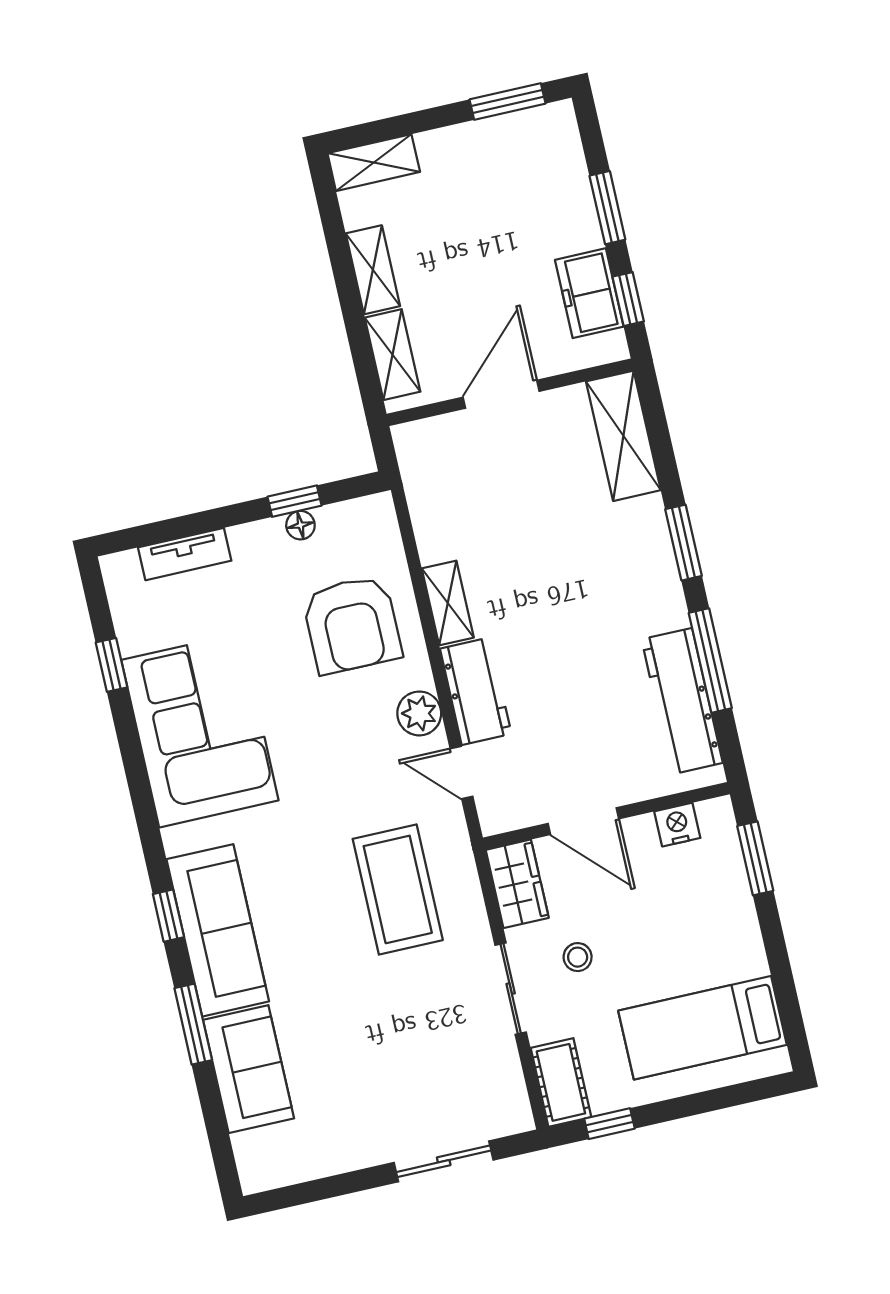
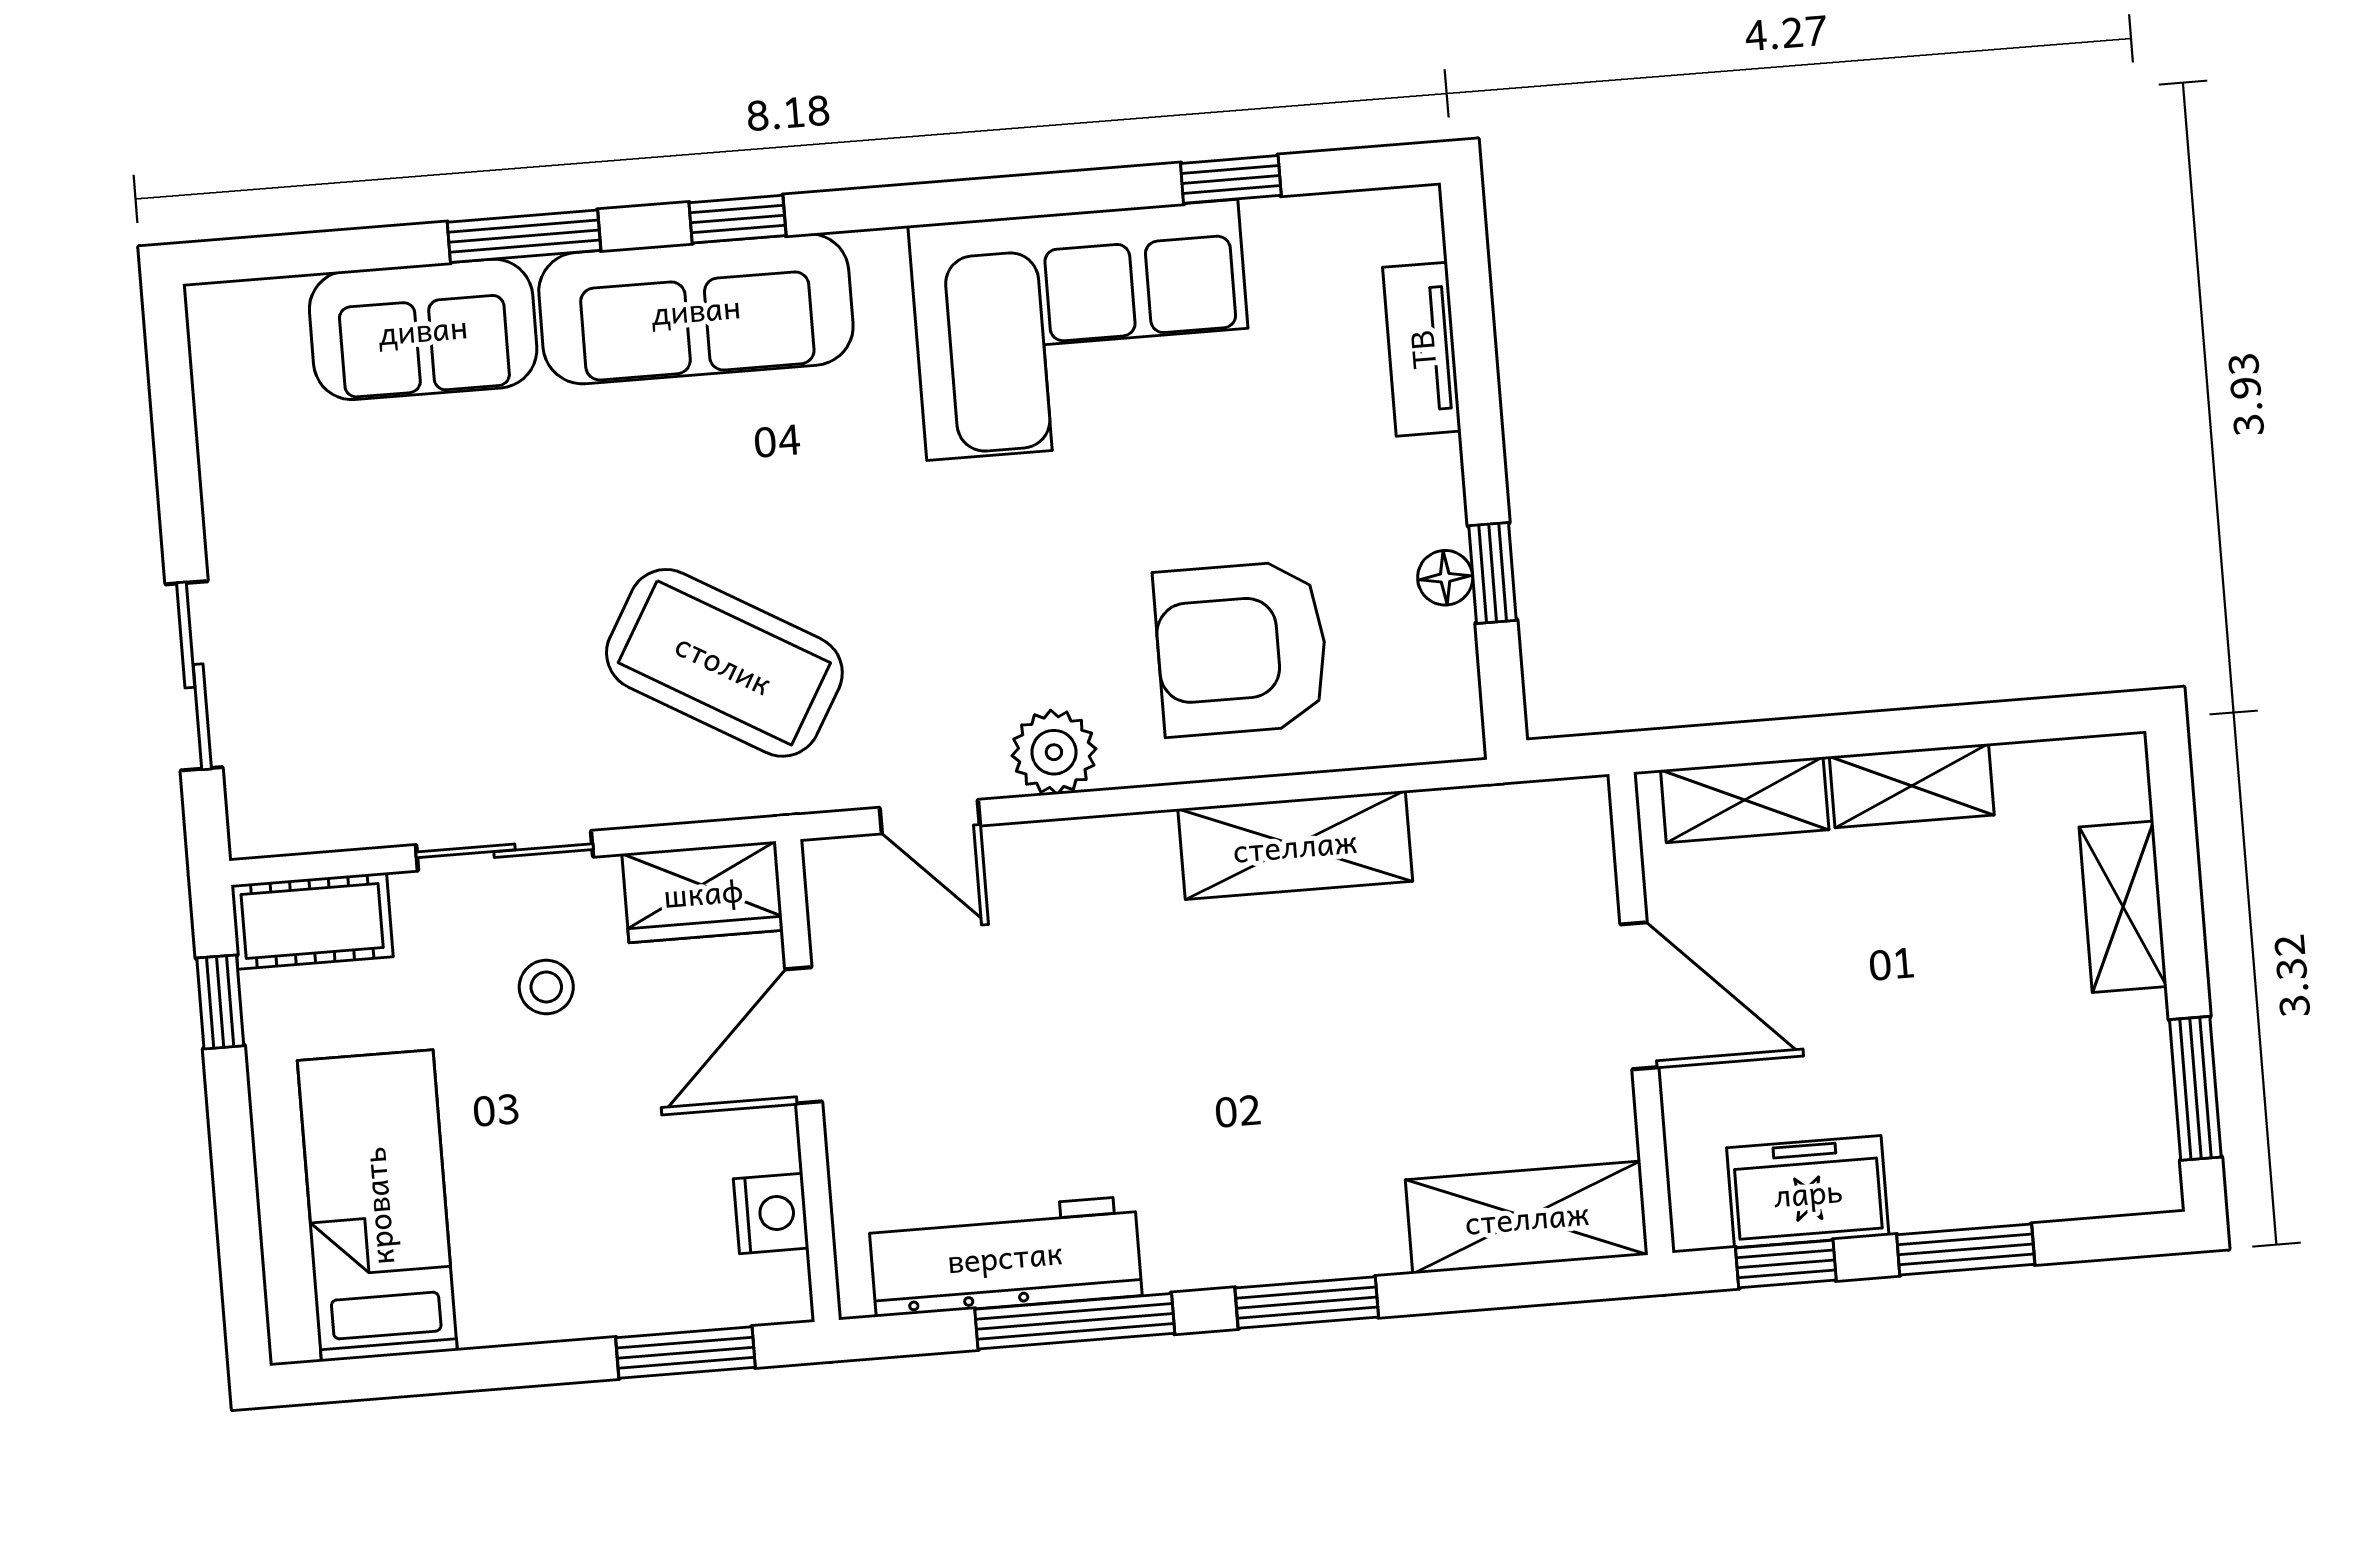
shelving: (374, 163) -> (2123, 907), moved
shelving: (448, 603) -> (1295, 845), width x1.50, depth x1.33
workbench: (476, 691) -> (1081, 866), removed
door: (462, 772) -> (930, 817), swing flipped
coffee table: (398, 889) -> (724, 663), turned 30

